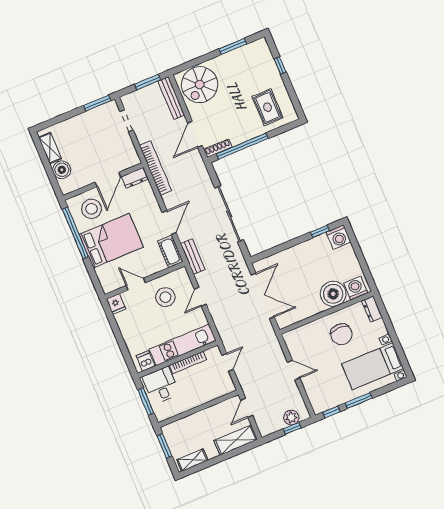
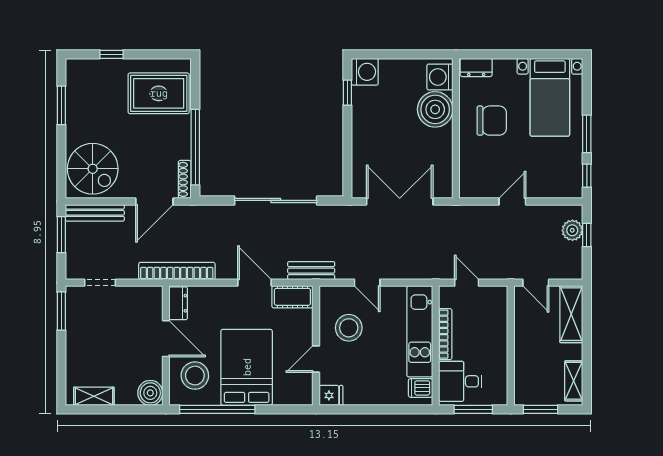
rug: (267, 107) -> (159, 93), width x1.36, depth x1.43
door: (195, 134) -> (154, 201), hinge flipped
boiler: (62, 170) -> (150, 393), moved

